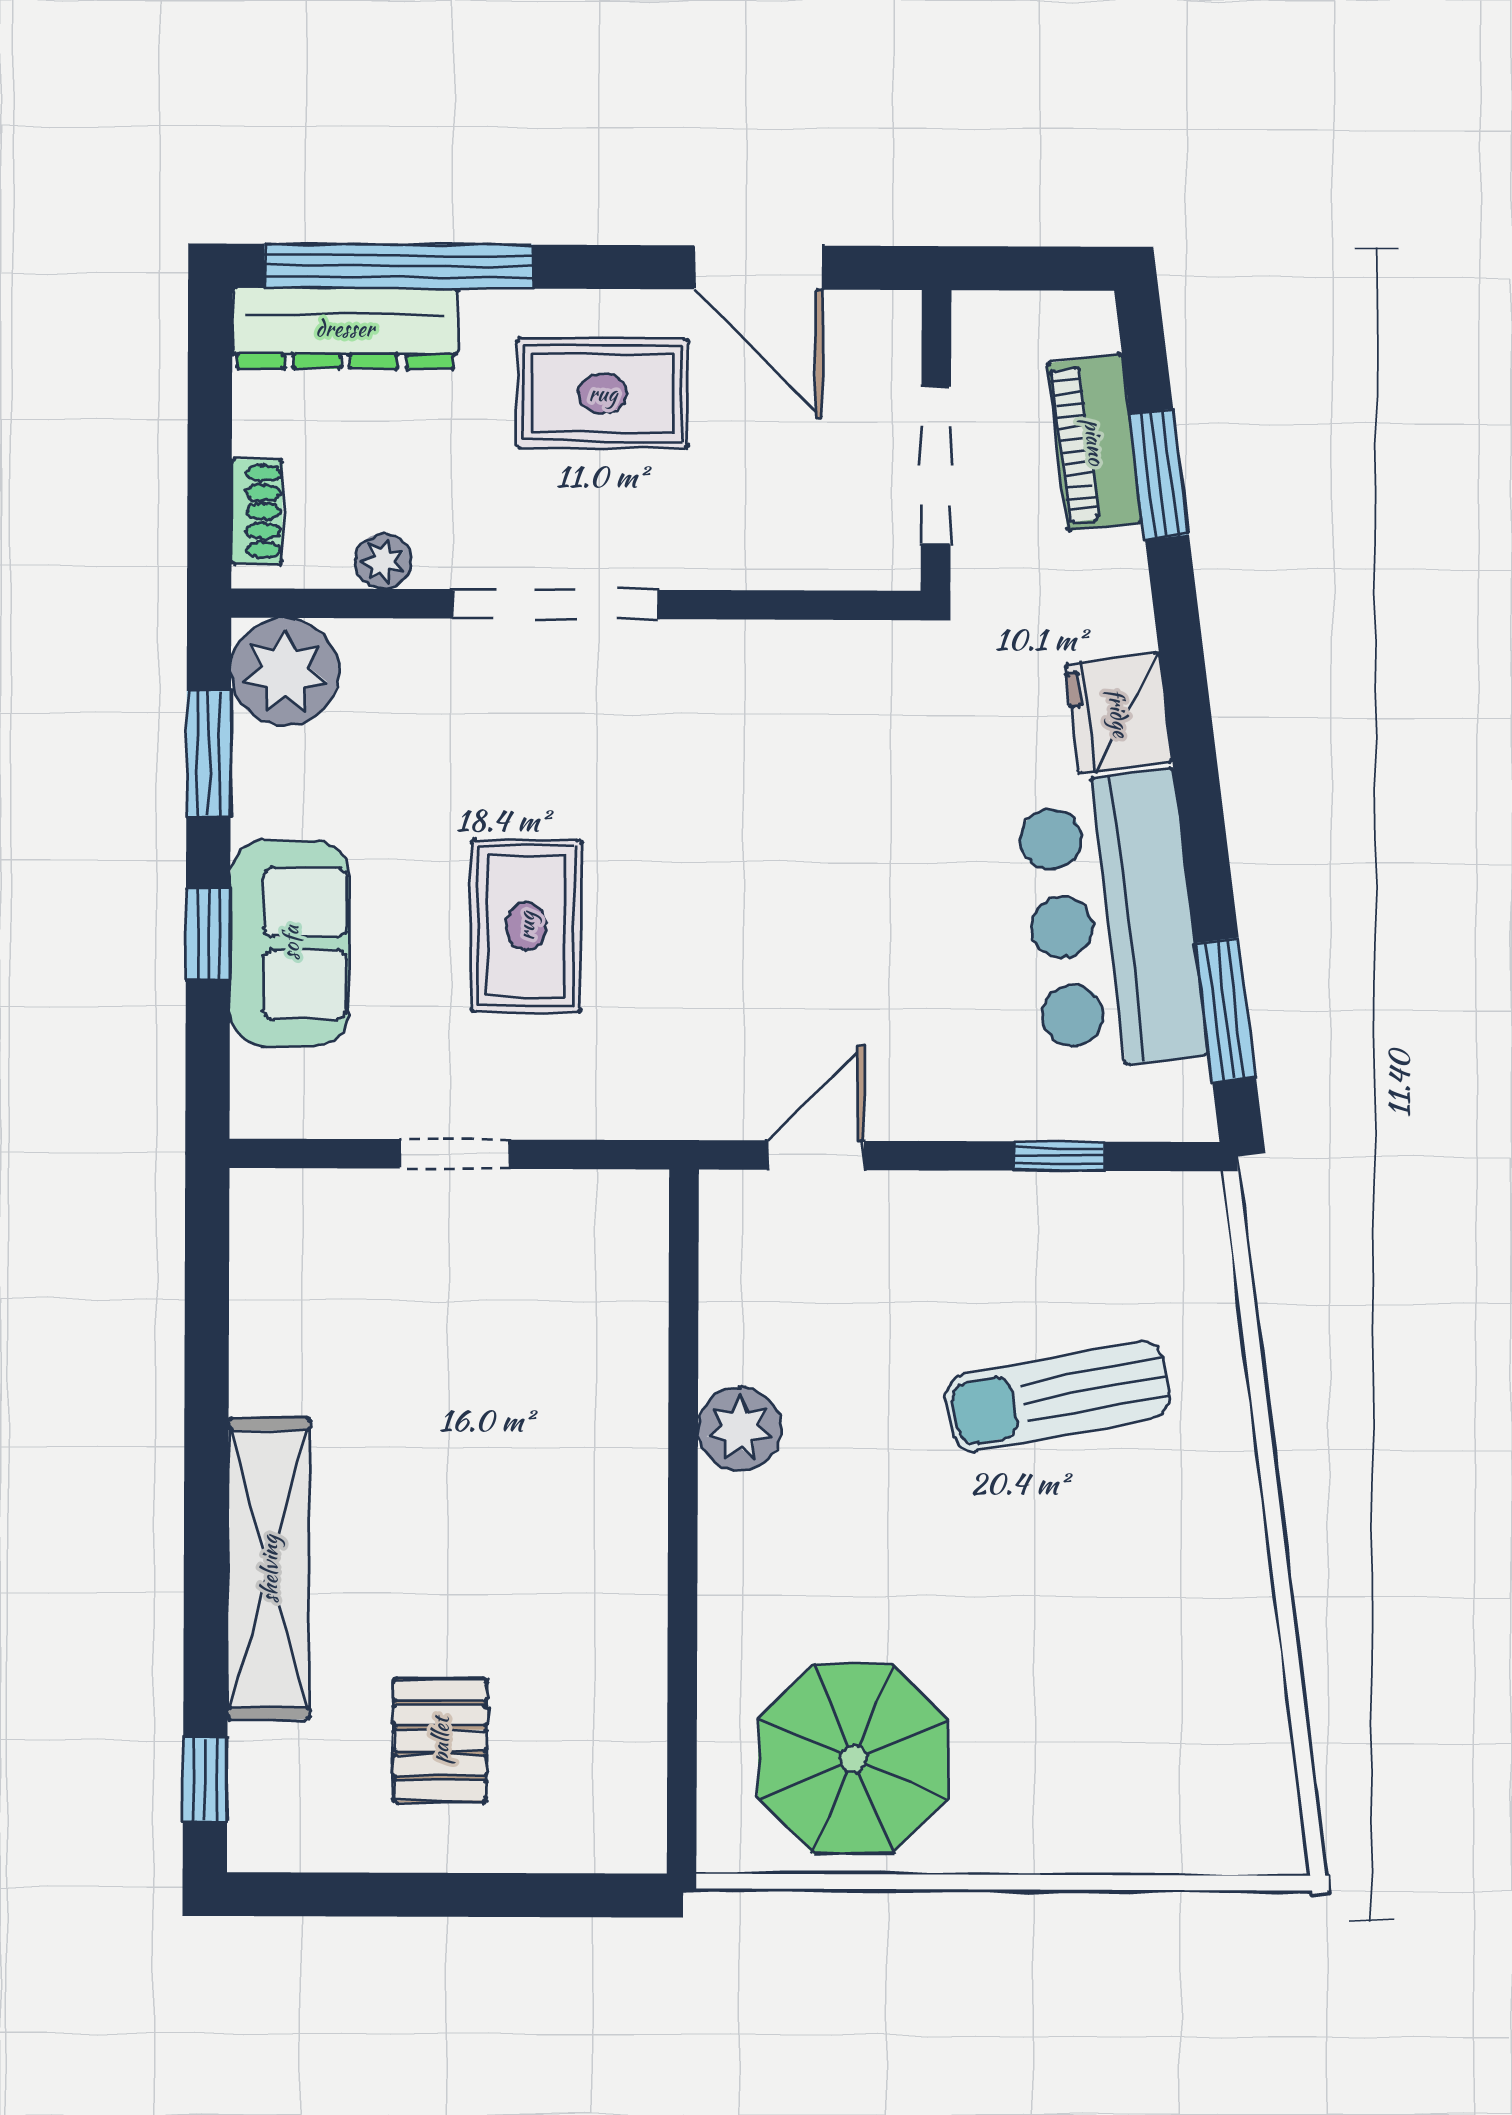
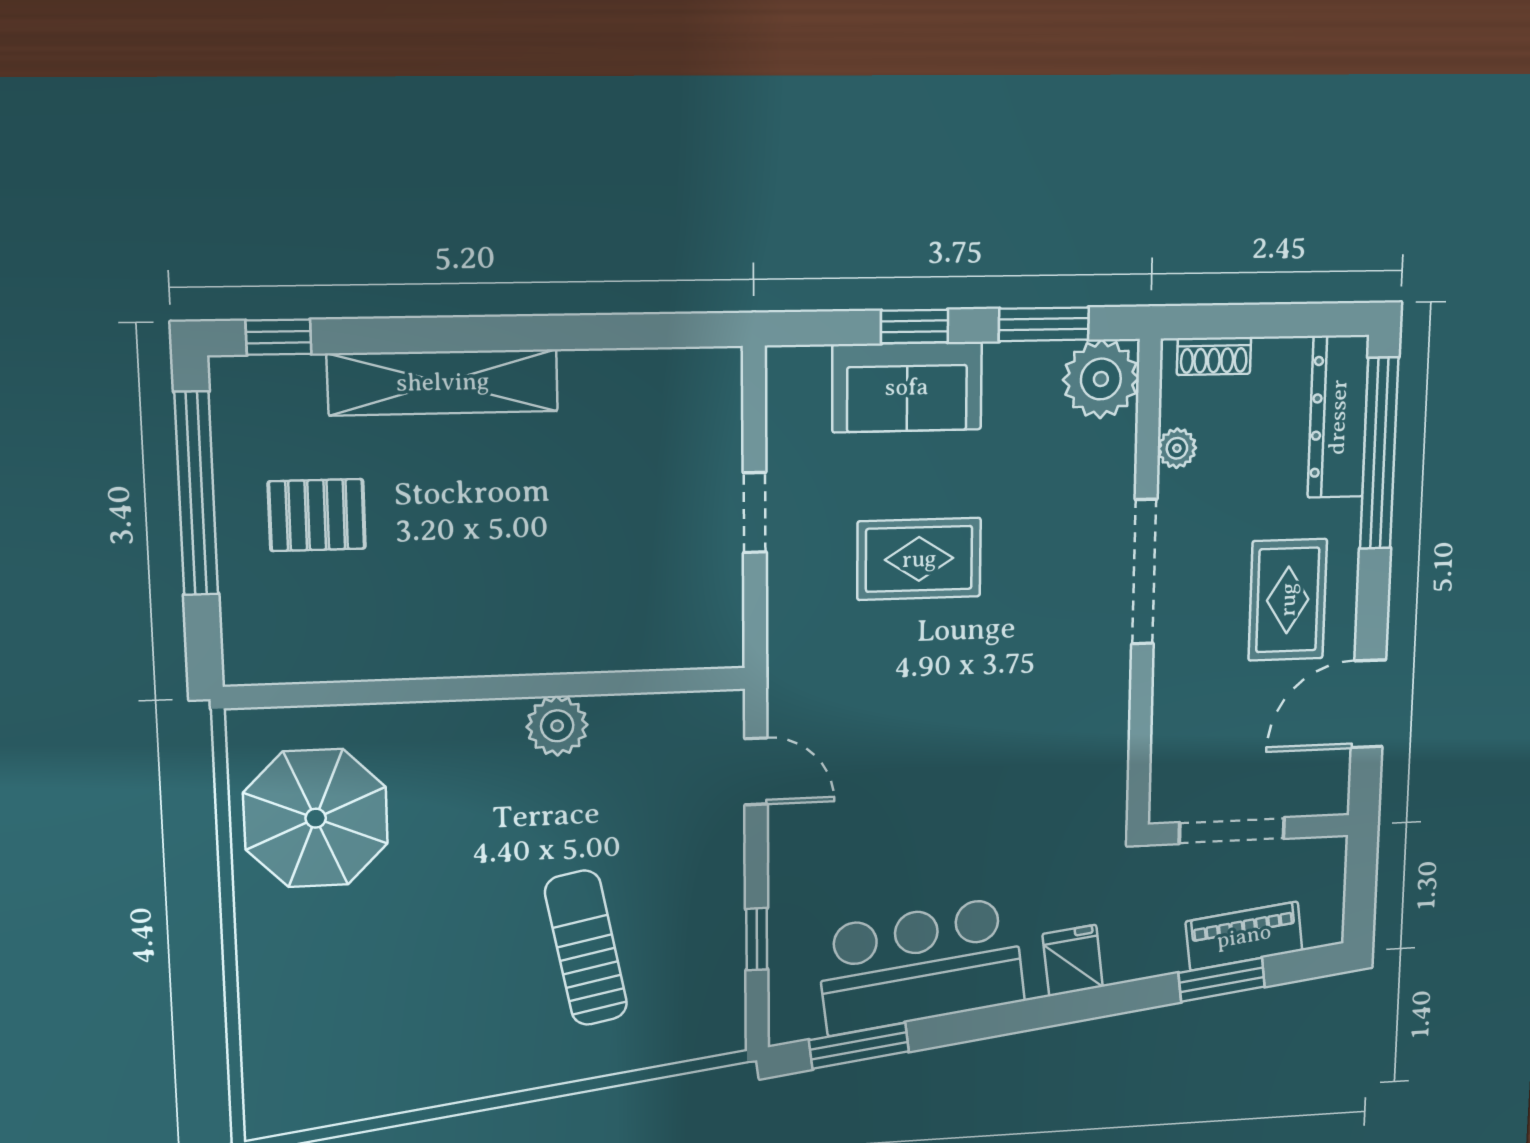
fridge: (1119, 713) -> (1073, 960), width x0.72
window: (407, 1895) -> (196, 494), added

